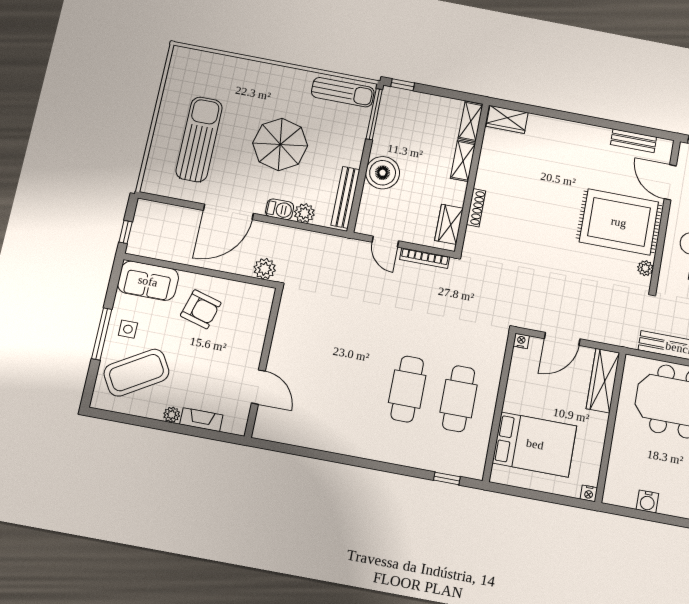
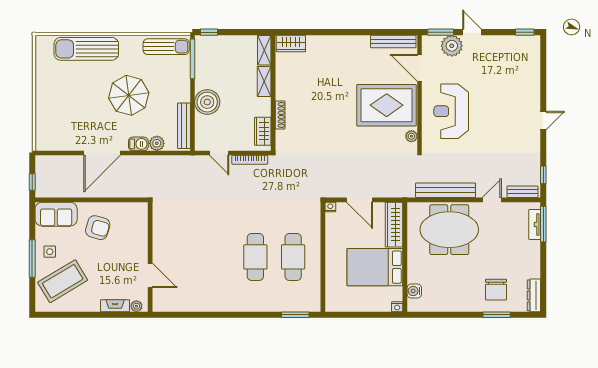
sun lounger: (199, 139) -> (86, 49), moved, turned -90
bench: (634, 141) -> (393, 41), width x1.36
plant: (265, 269) -> (137, 190), removed
door: (562, 339) -> (360, 200), hinge flipped
plant: (172, 415) -> (136, 306), moved
bed: (535, 444) -> (375, 267), moved, turned 180
window: (447, 478) -> (295, 315), width x1.50
water cooler: (647, 501) -> (414, 291), moved, turned 90

